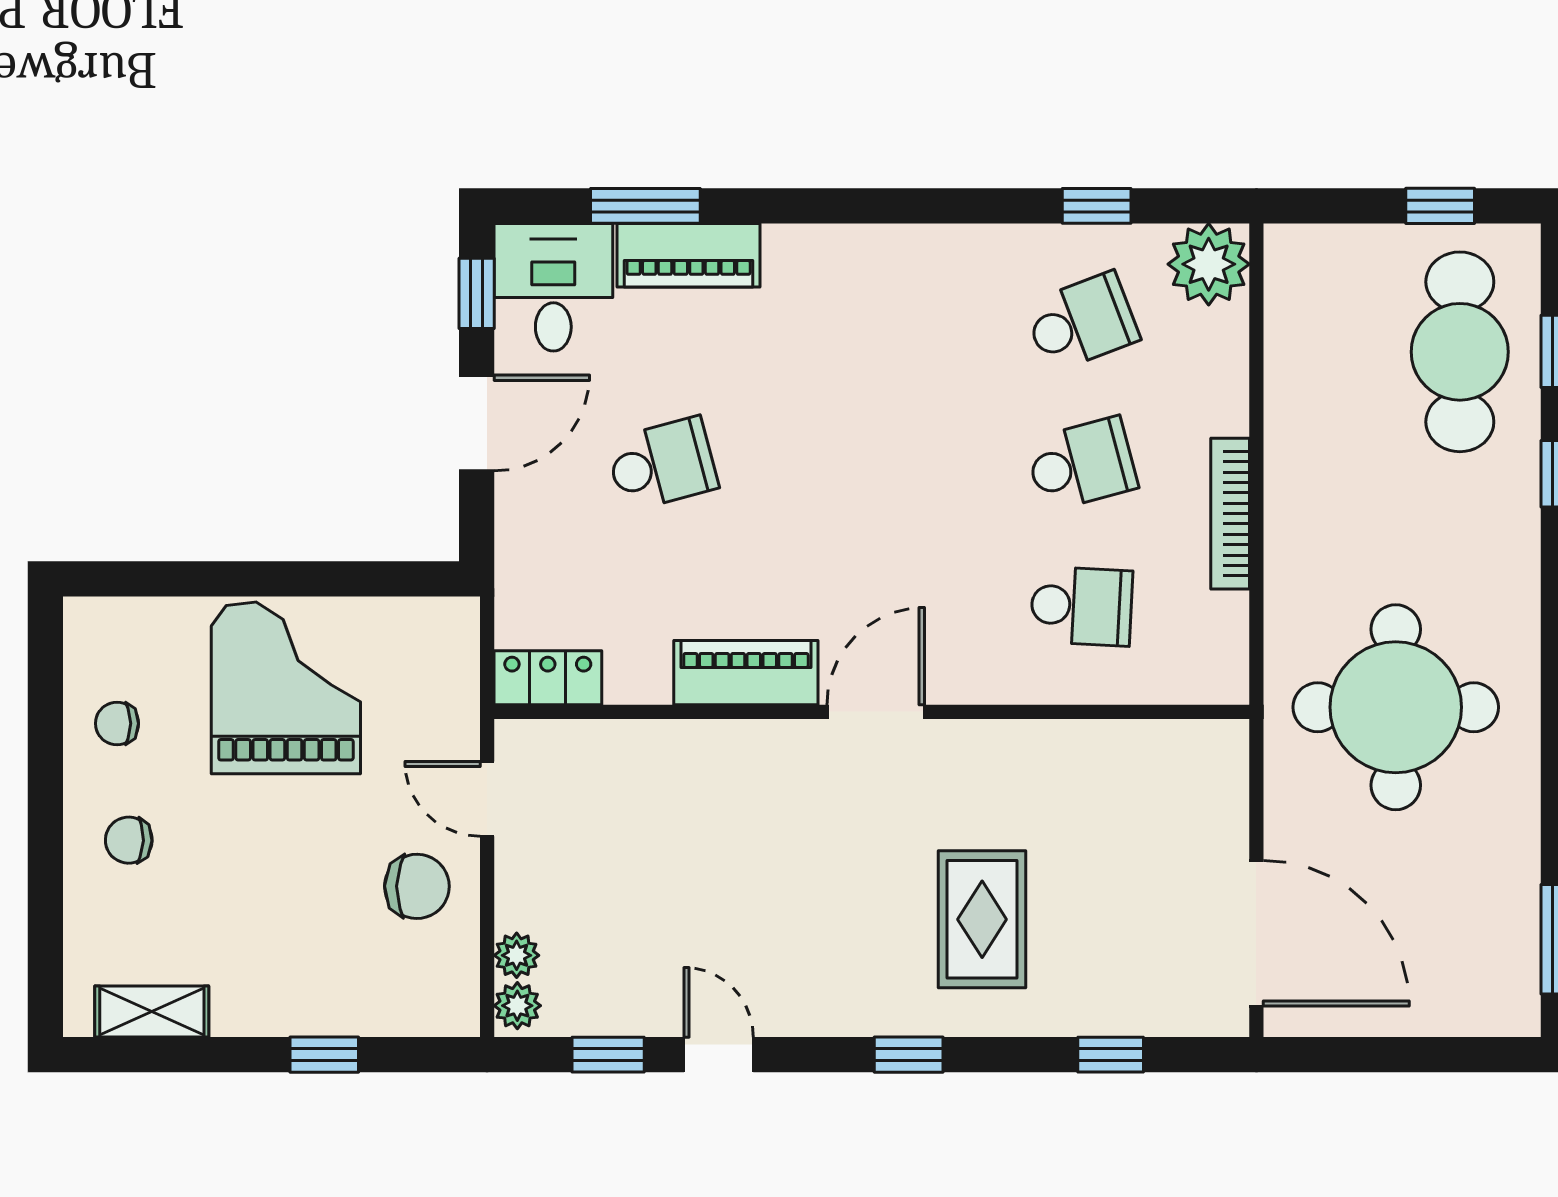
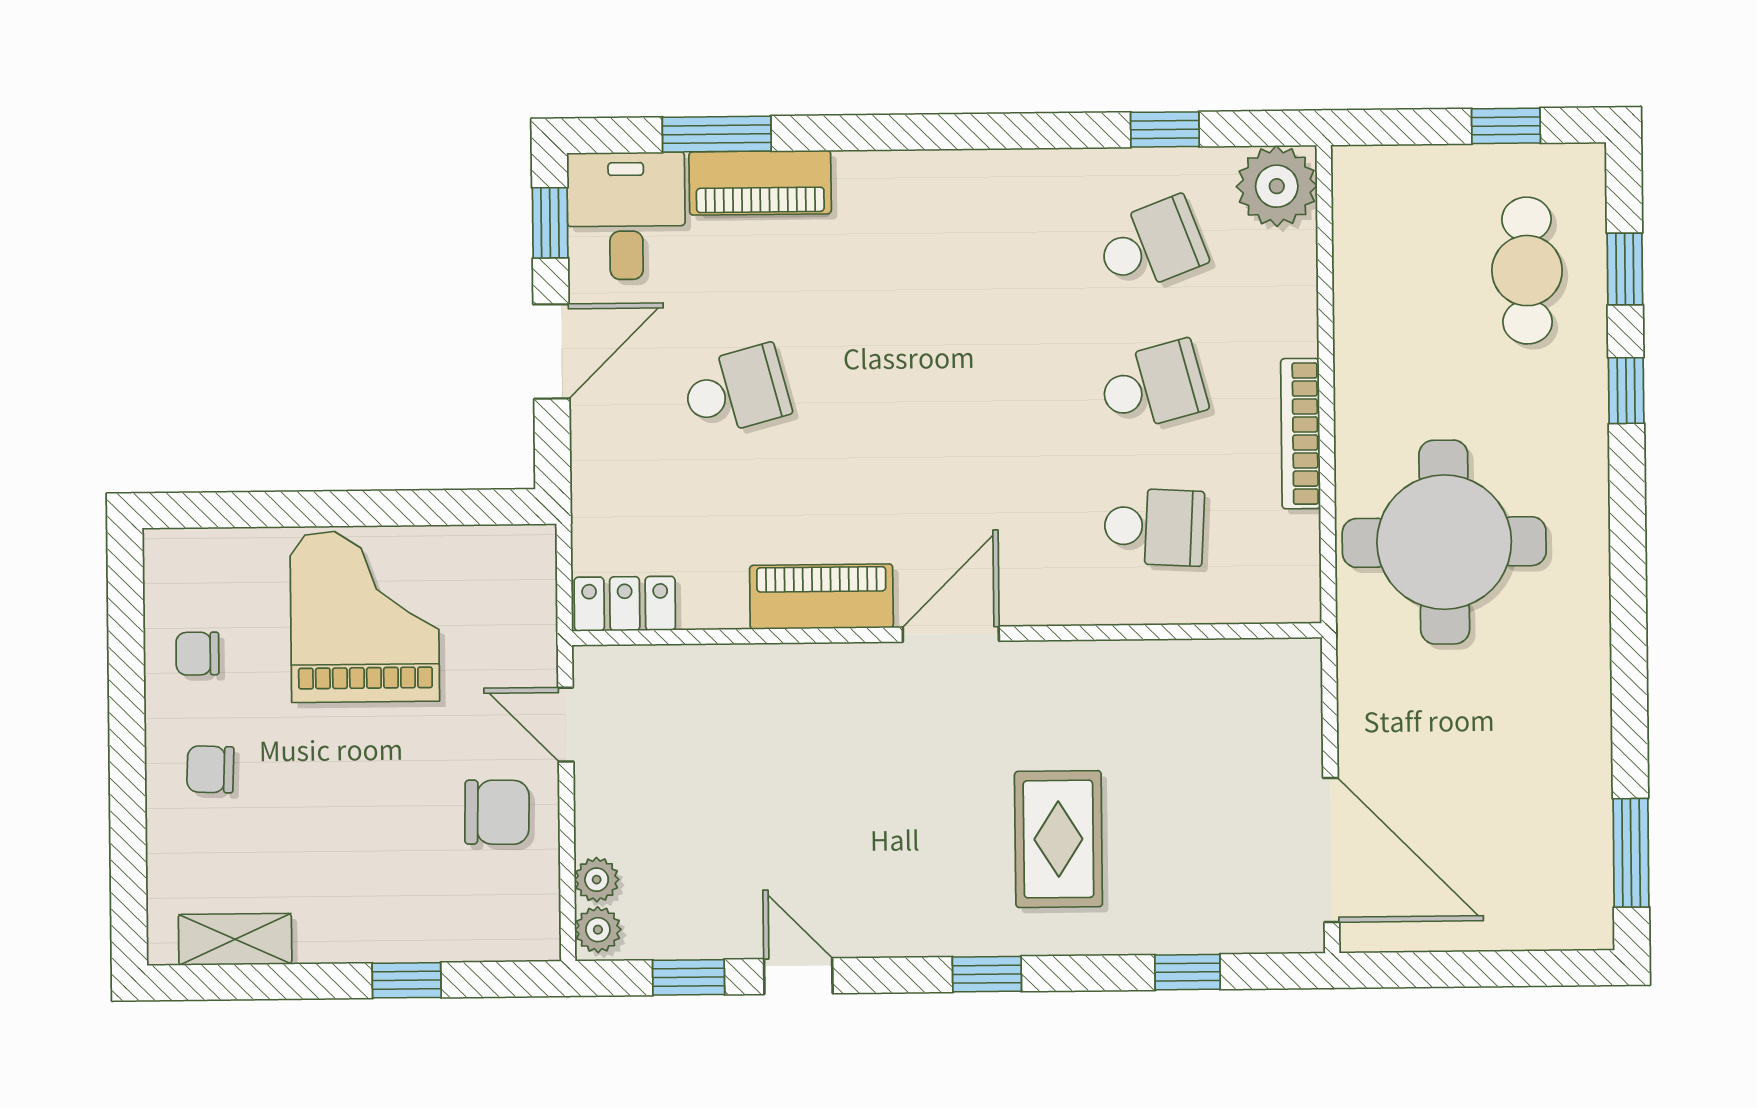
cafe table: (1460, 352) -> (1527, 271), width x0.73, depth x0.74
round table: (1396, 707) -> (1444, 542), moved

